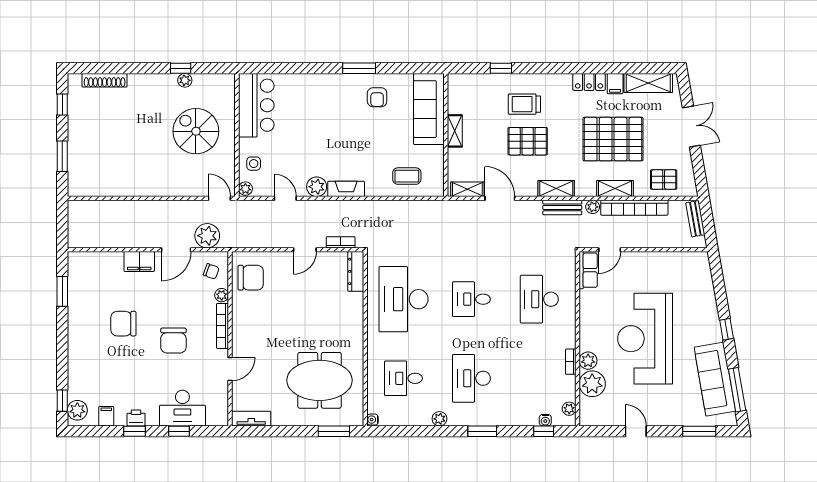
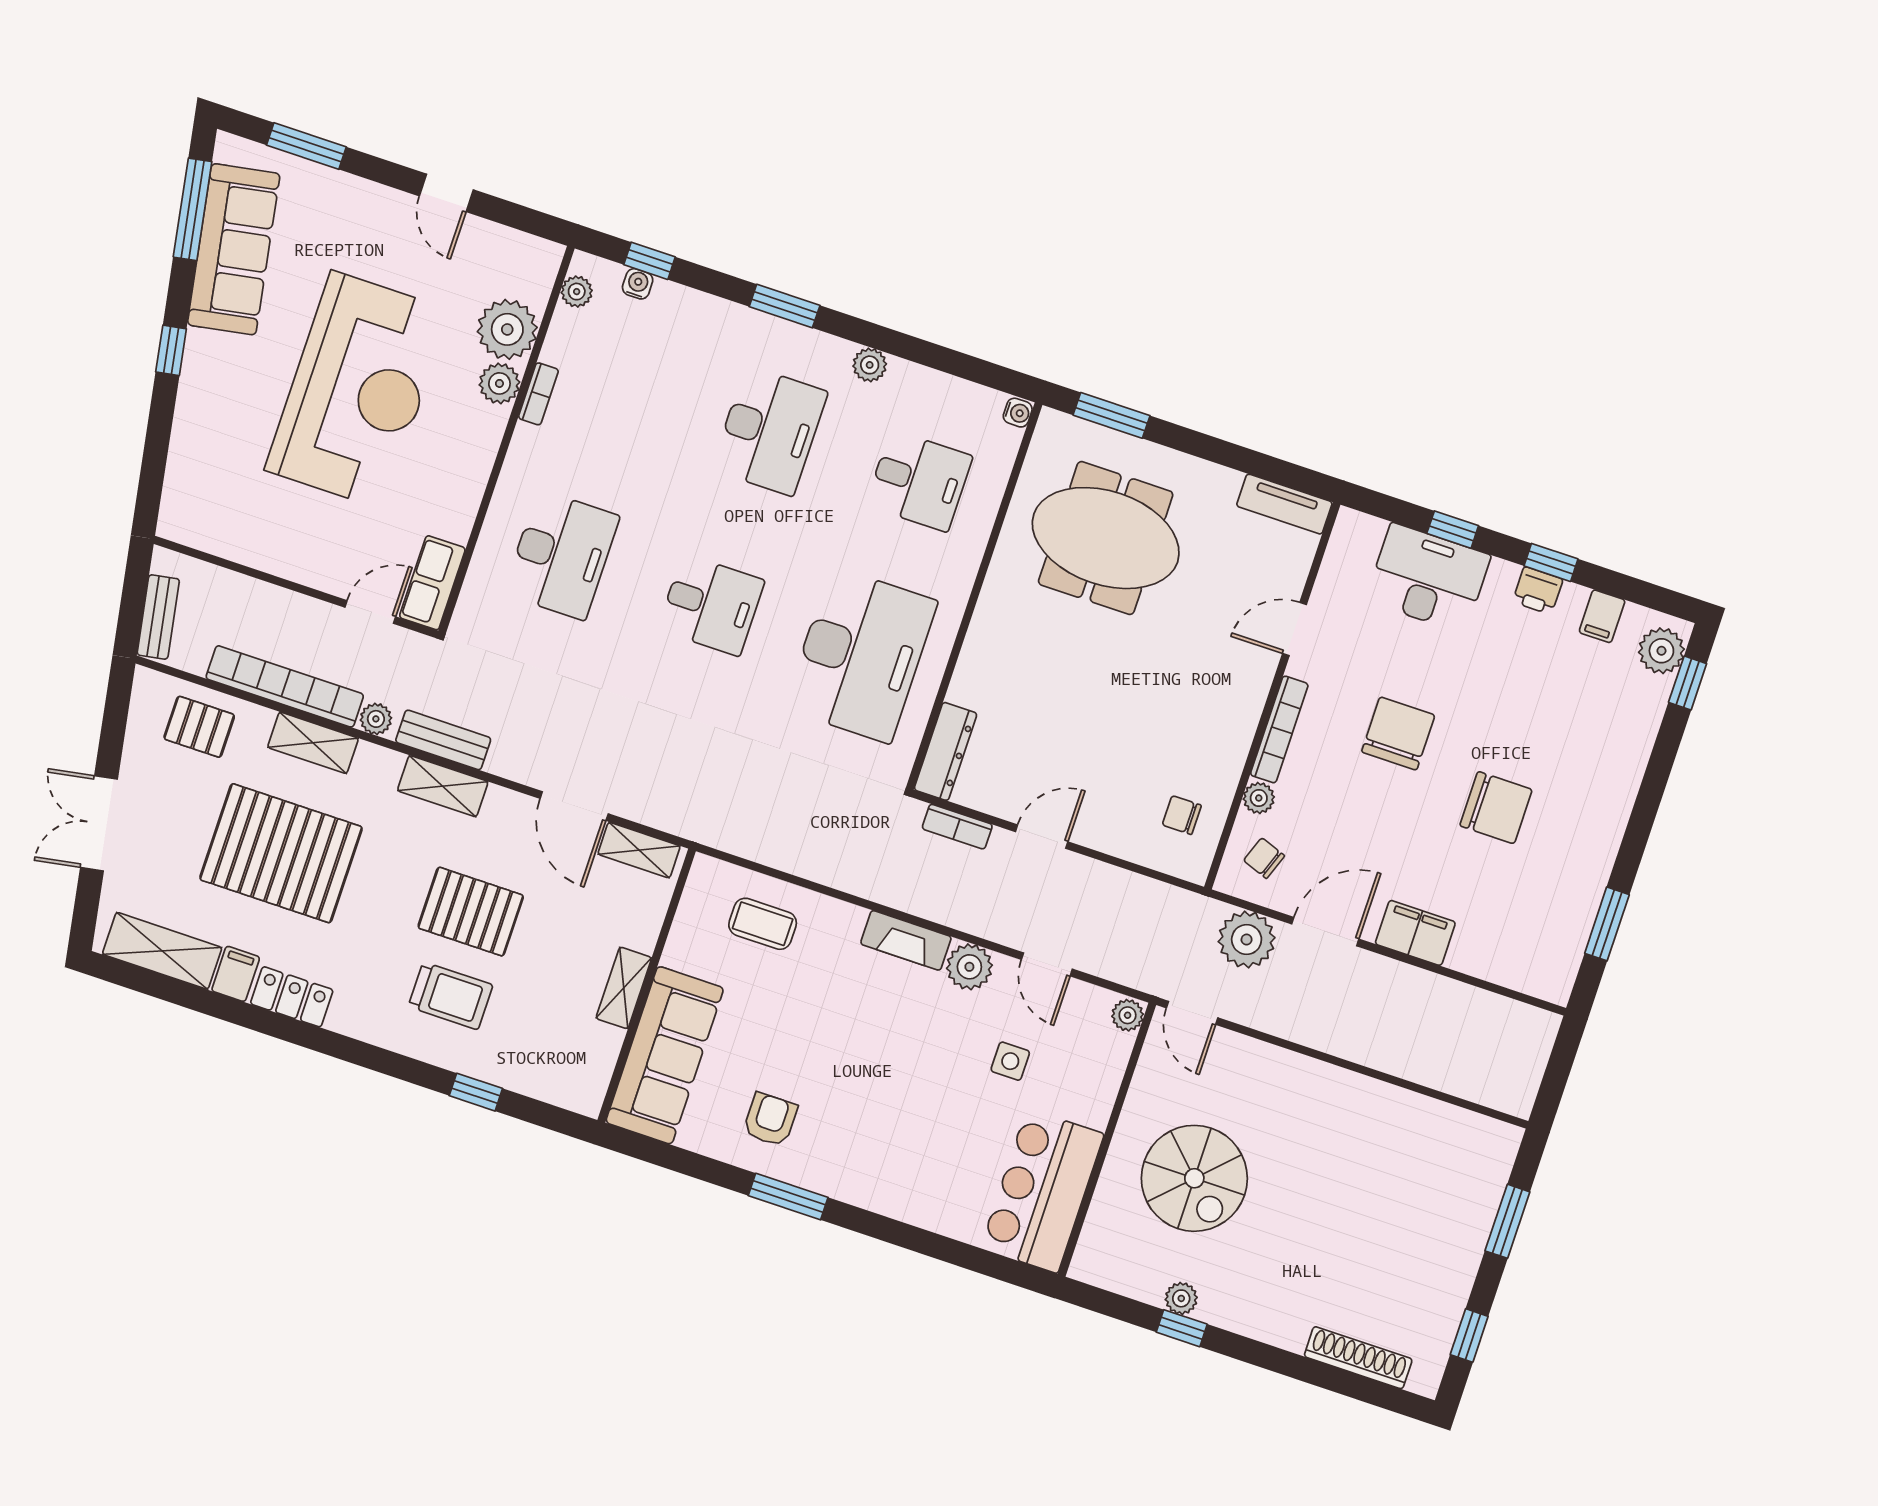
side table: (254, 164) -> (1010, 1061), moved
chair: (251, 278) -> (1182, 815), width x0.54, depth x0.54

